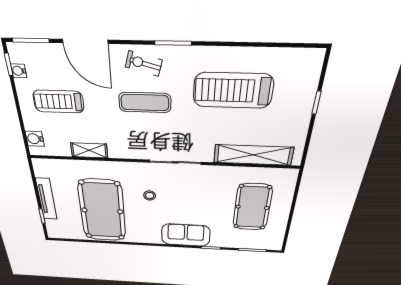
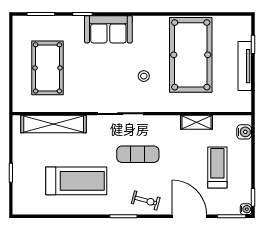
water cooler: (19, 71) -> (246, 209), moved
treadmill: (58, 102) -> (217, 167), turned -90
exercise mat: (145, 103) -> (138, 154), moved

